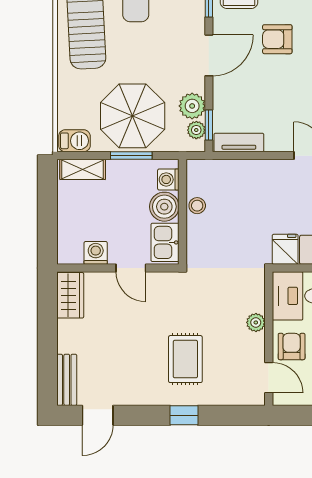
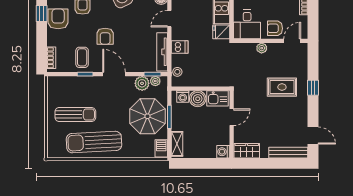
tv unit: (239, 142) -> (162, 52), width x1.41
dishwasher: (258, 174) -> (180, 47), added
stool: (197, 206) -> (177, 72), moved
washing machine: (96, 253) -> (223, 152), moved
bench: (67, 380) -> (288, 153), width x1.36

